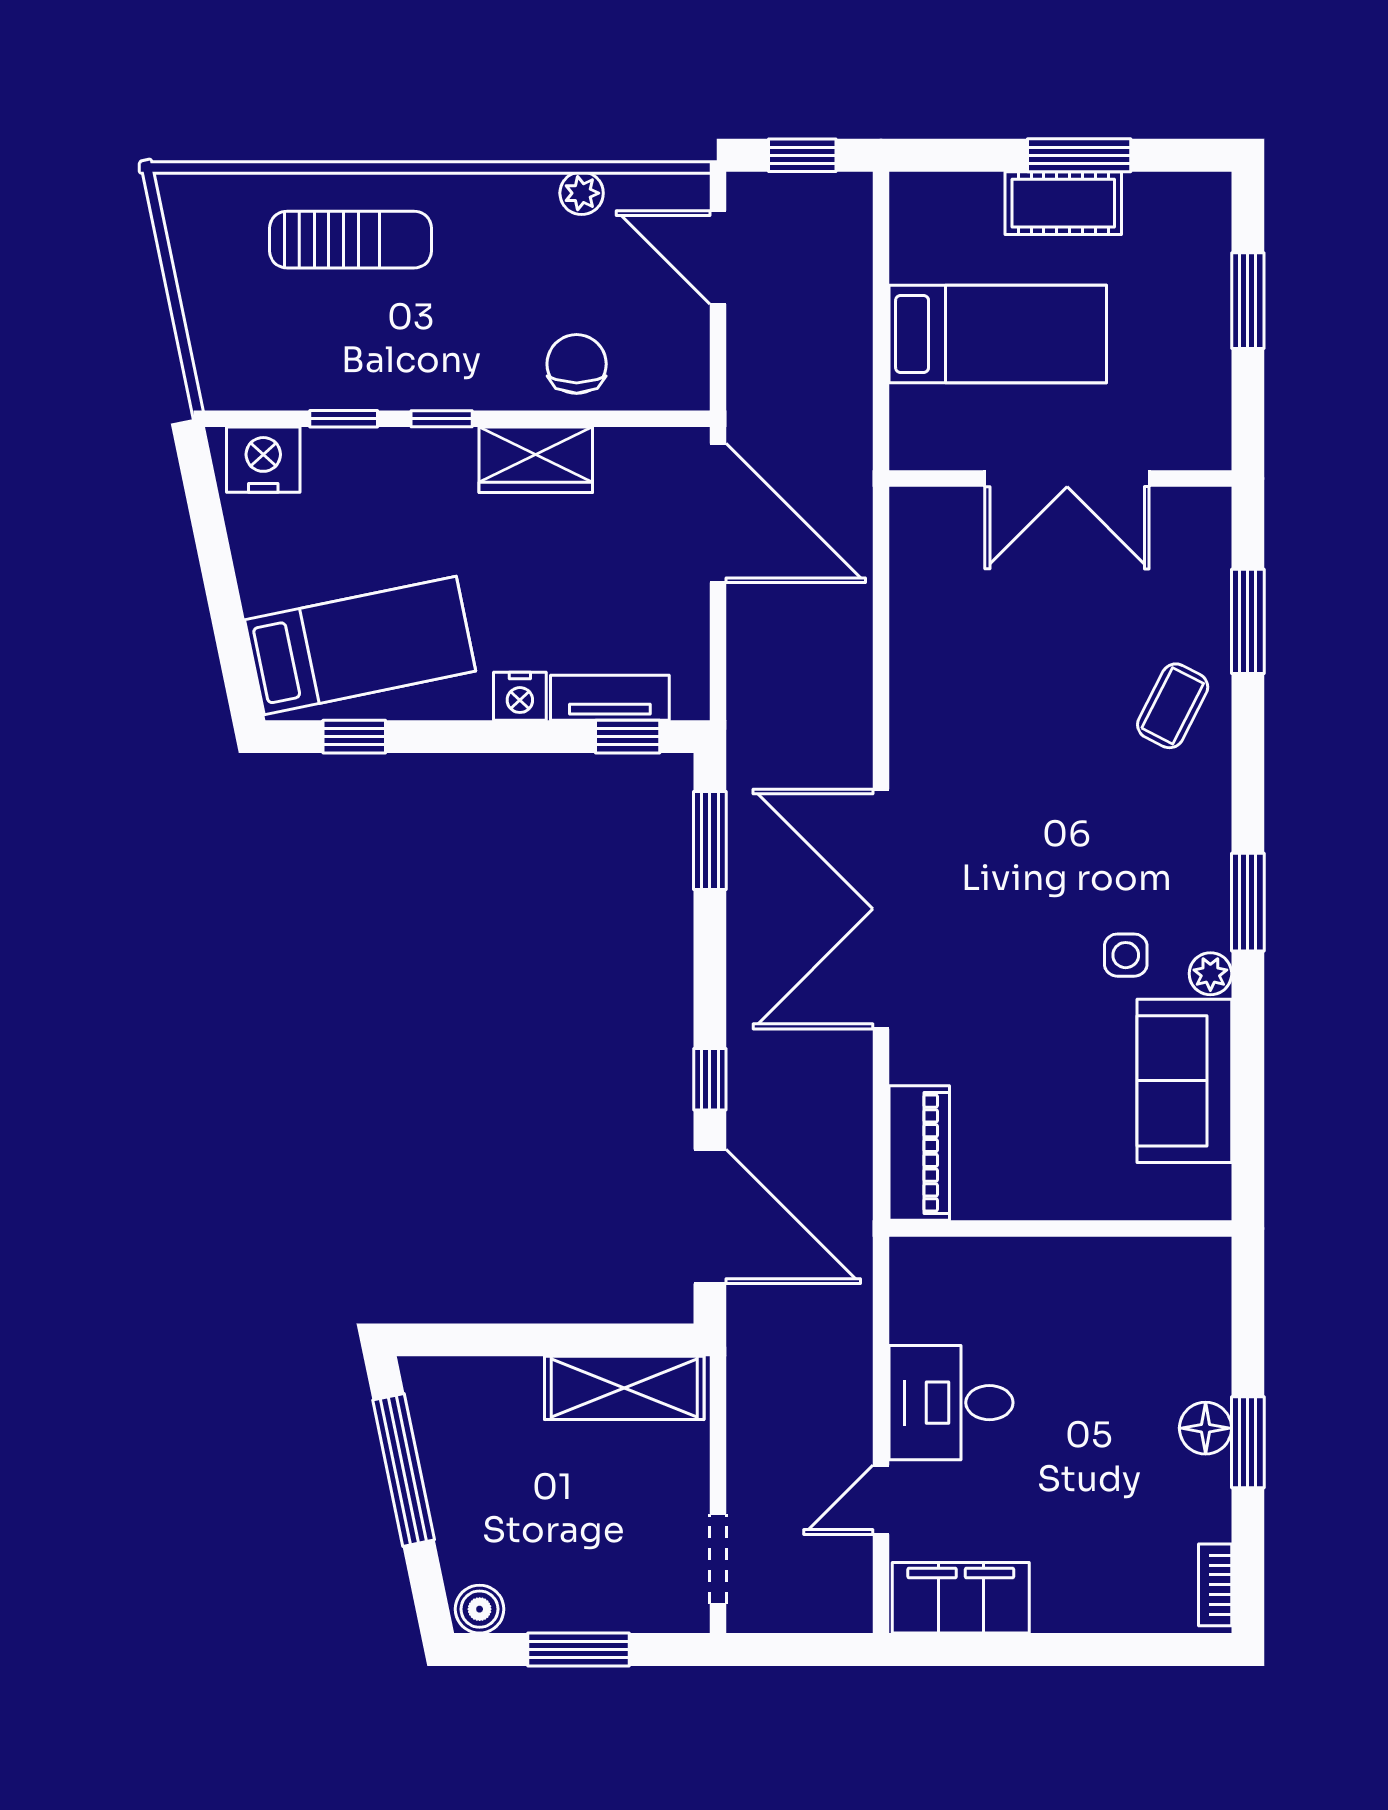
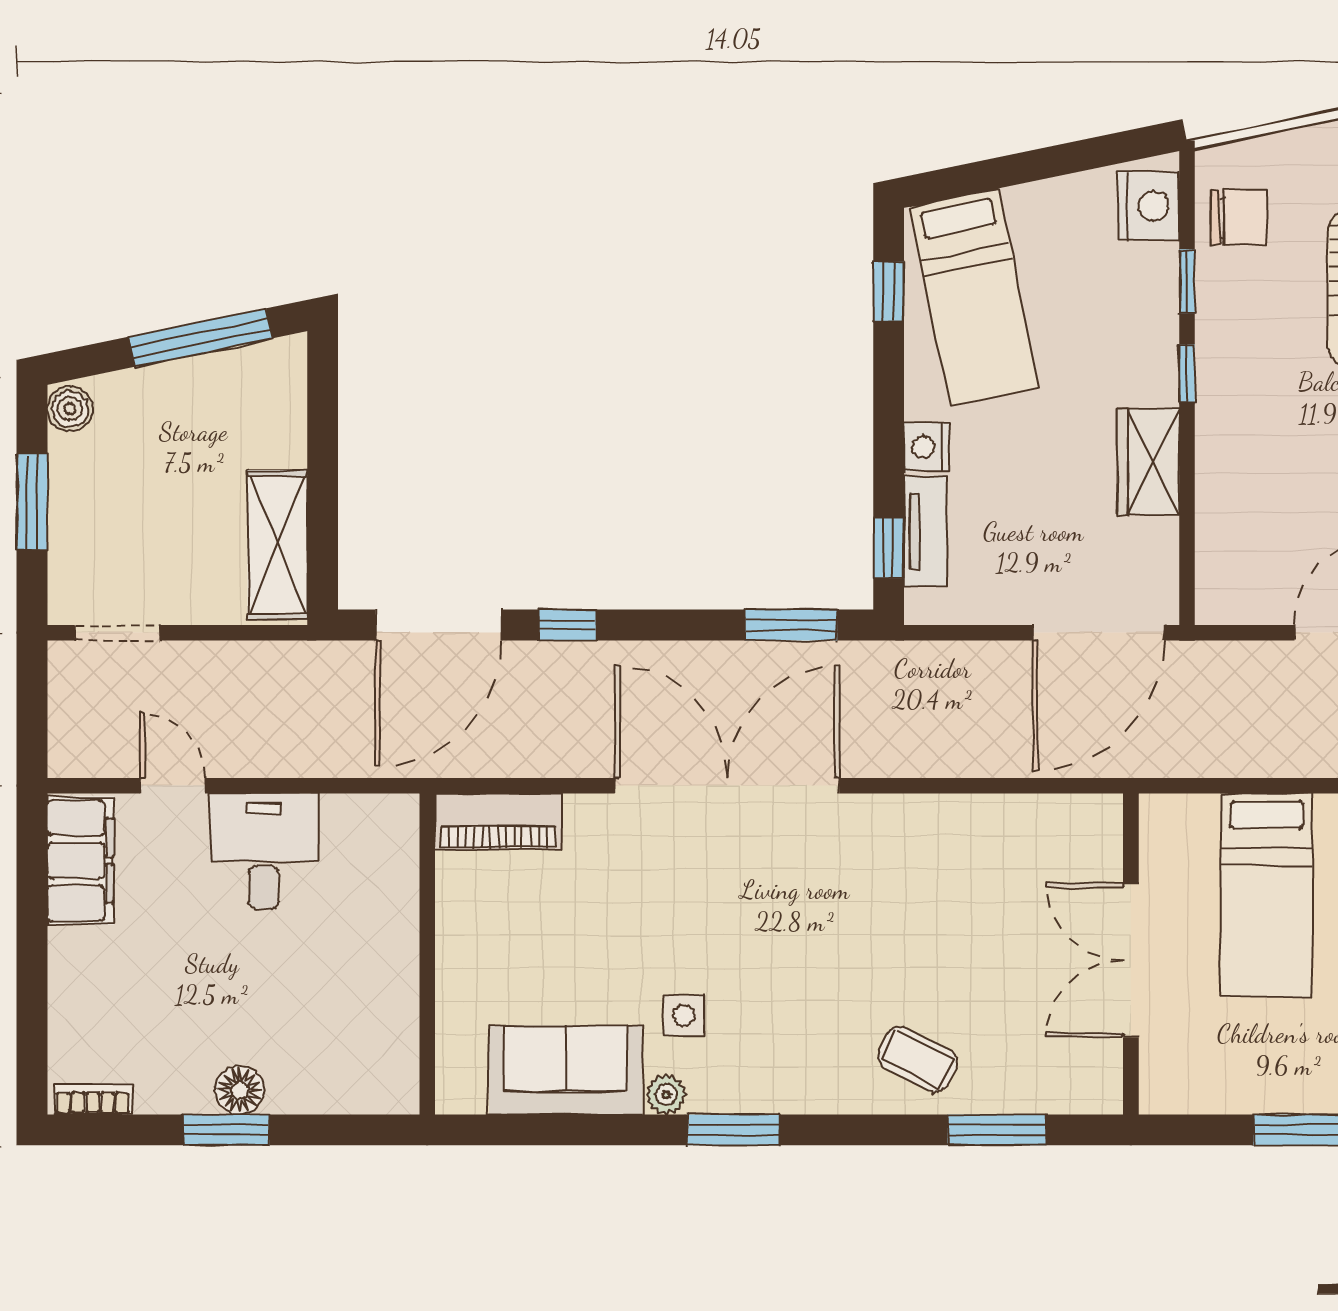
chair: (577, 364) -> (1239, 218), moved

